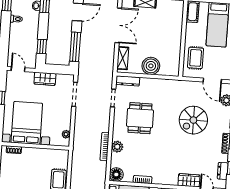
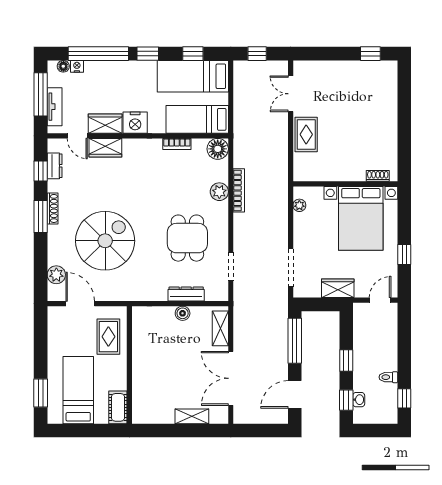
window: (42, 46) -> (346, 360), moved
boiler: (151, 66) -> (183, 313), width x0.54, depth x0.54
door: (18, 69) -> (380, 300), swing flipped
dresser: (128, 81) -> (186, 294), moved
spiral stairs: (193, 120) -> (105, 241), width x1.37, depth x1.37

